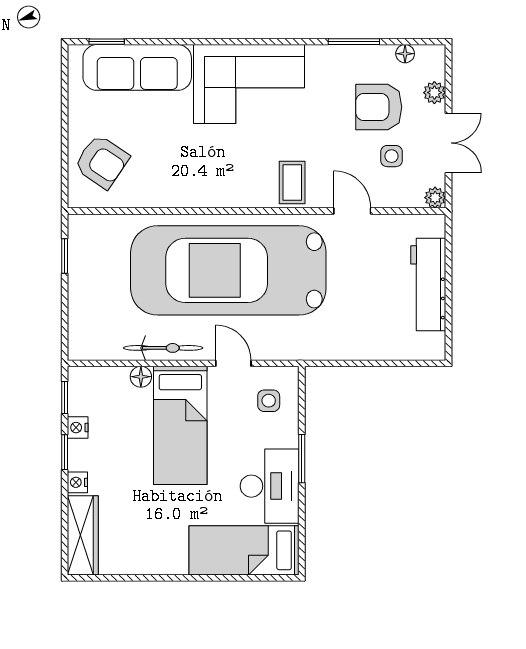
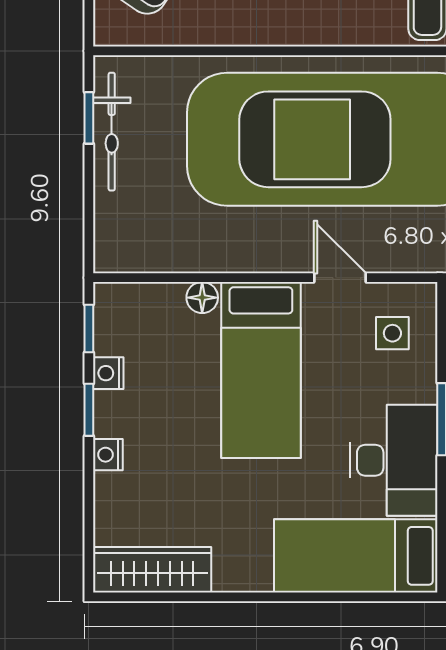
bicycle: (163, 348) -> (112, 132), moved, turned 90
wardrobe: (83, 535) -> (152, 570), moved, turned -90

